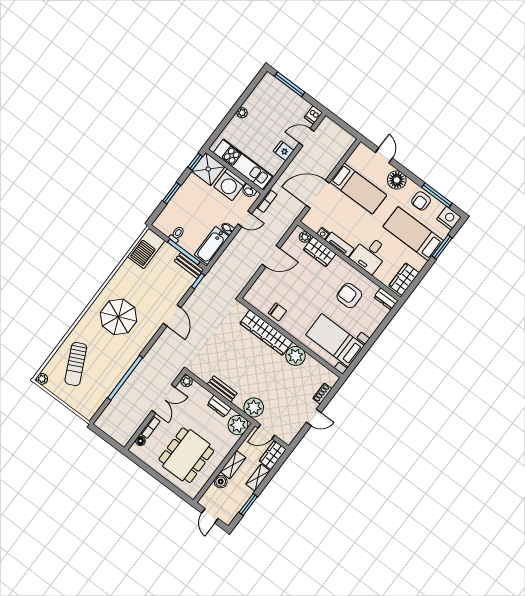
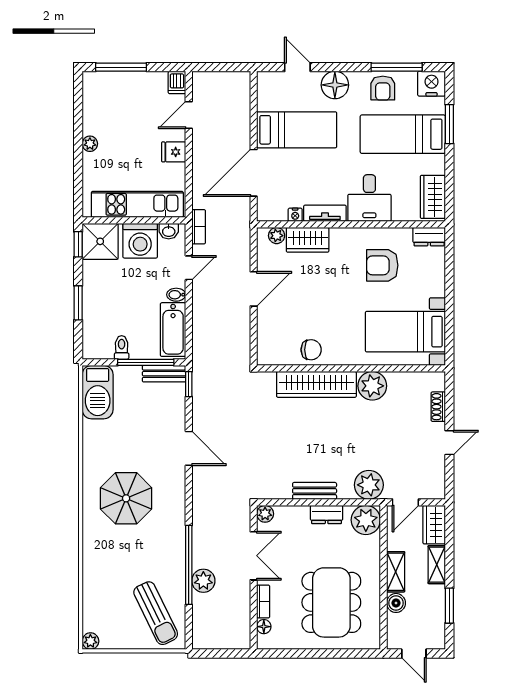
sun lounger: (76, 364) -> (156, 613), moved
plant: (127, 392) -> (203, 581), added

